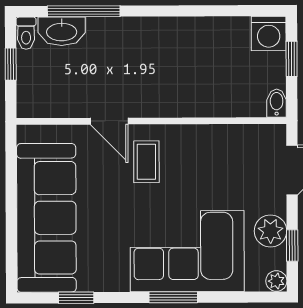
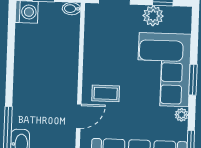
plant: (276, 281) -> (182, 115), moved

